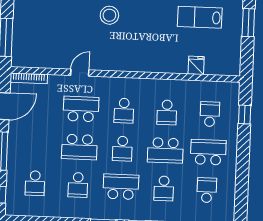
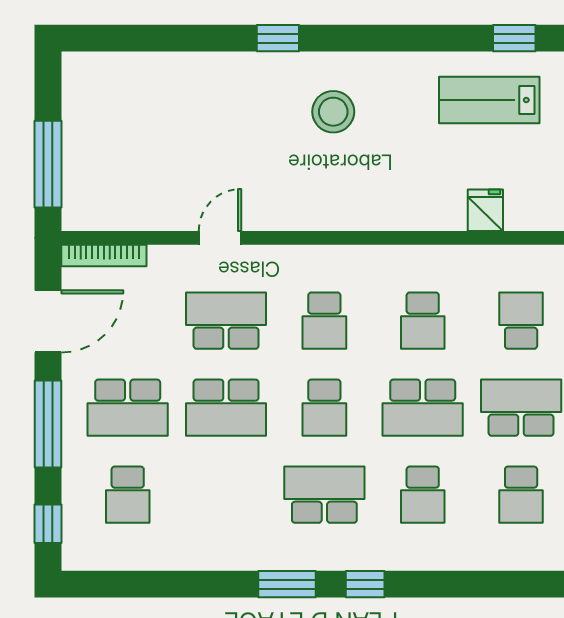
stool: (109, 15) -> (333, 112), moved
school desk: (78, 185) -> (128, 408), moved, width x1.85
school desk: (207, 190) -> (521, 495), turned 180

